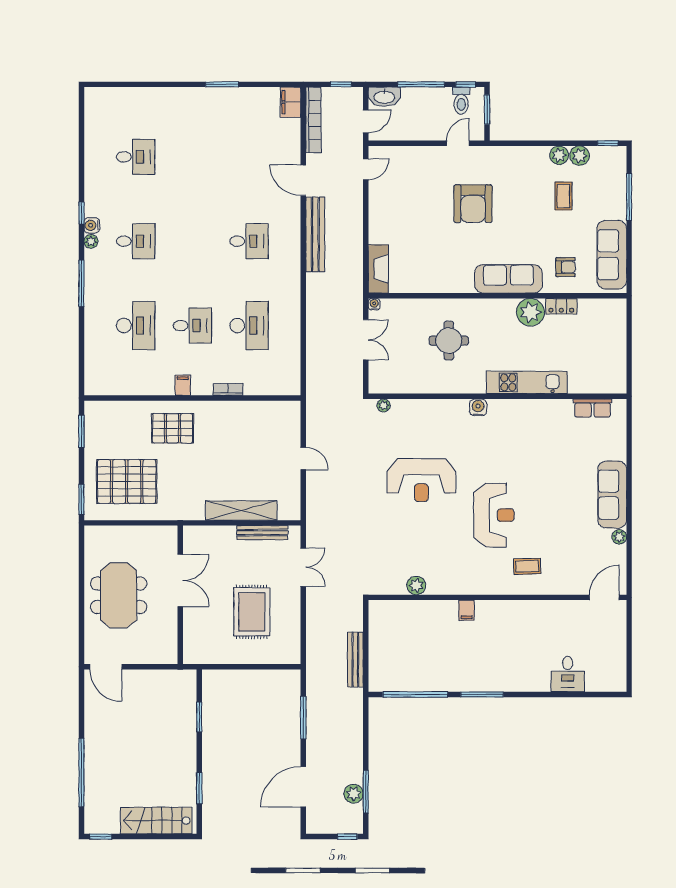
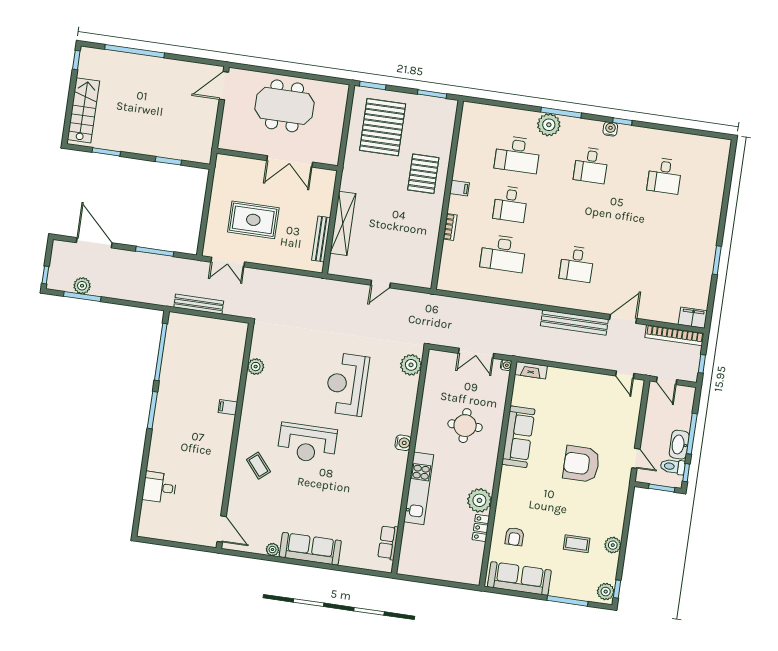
washbasin: (384, 97) -> (679, 445), moved
plant: (580, 156) -> (606, 592), moved
plant: (91, 241) -> (549, 125), moved, width x1.88, depth x1.88
fireplace: (378, 269) -> (531, 370), width x0.73, depth x0.76
sofa: (508, 279) -> (518, 437), moved
plant: (384, 405) -> (411, 365), width x1.88, depth x1.88
coffee table: (527, 566) -> (258, 466), turned -38
double door: (303, 567) -> (228, 262), moved

